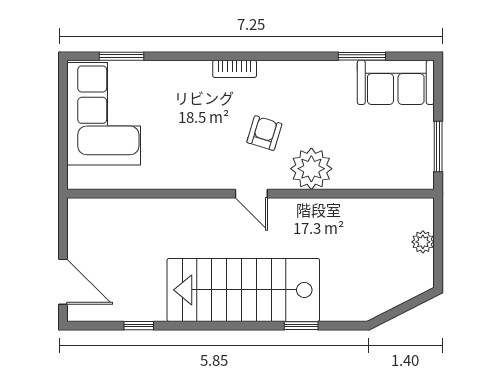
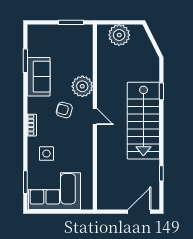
sofa: (396, 82) -> (39, 77), moved
side table: (178, 98) -> (47, 154), added
door: (251, 194) -> (95, 117), hinge flipped
plant: (423, 242) -> (119, 35), width x1.88, depth x1.88

